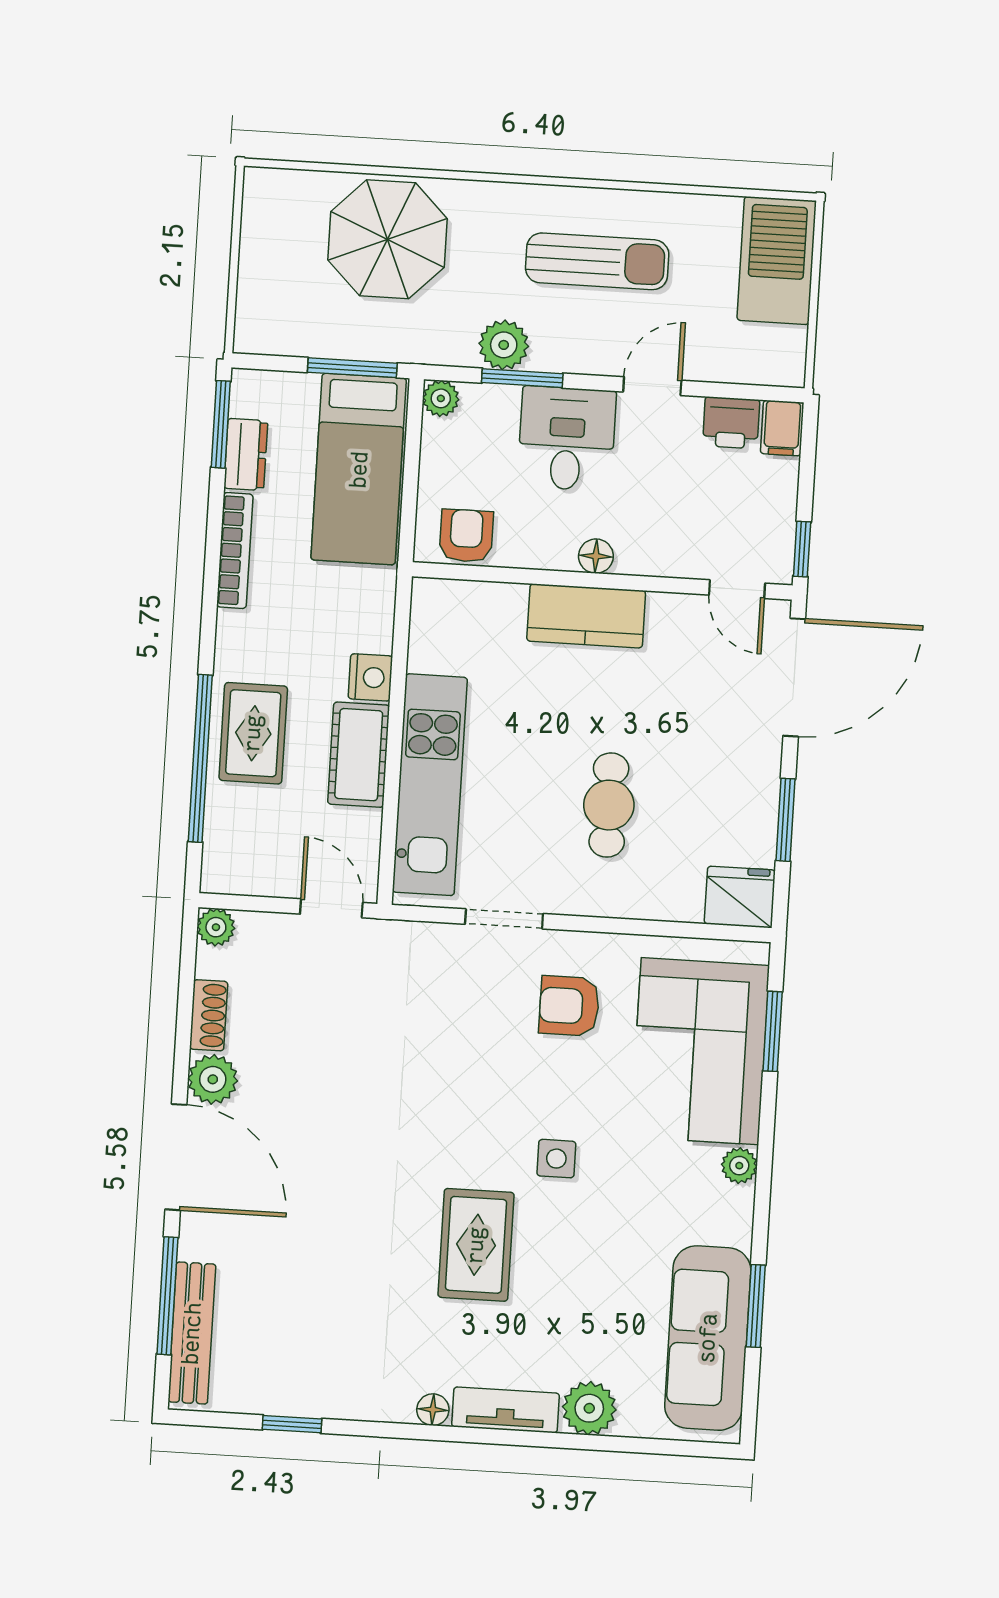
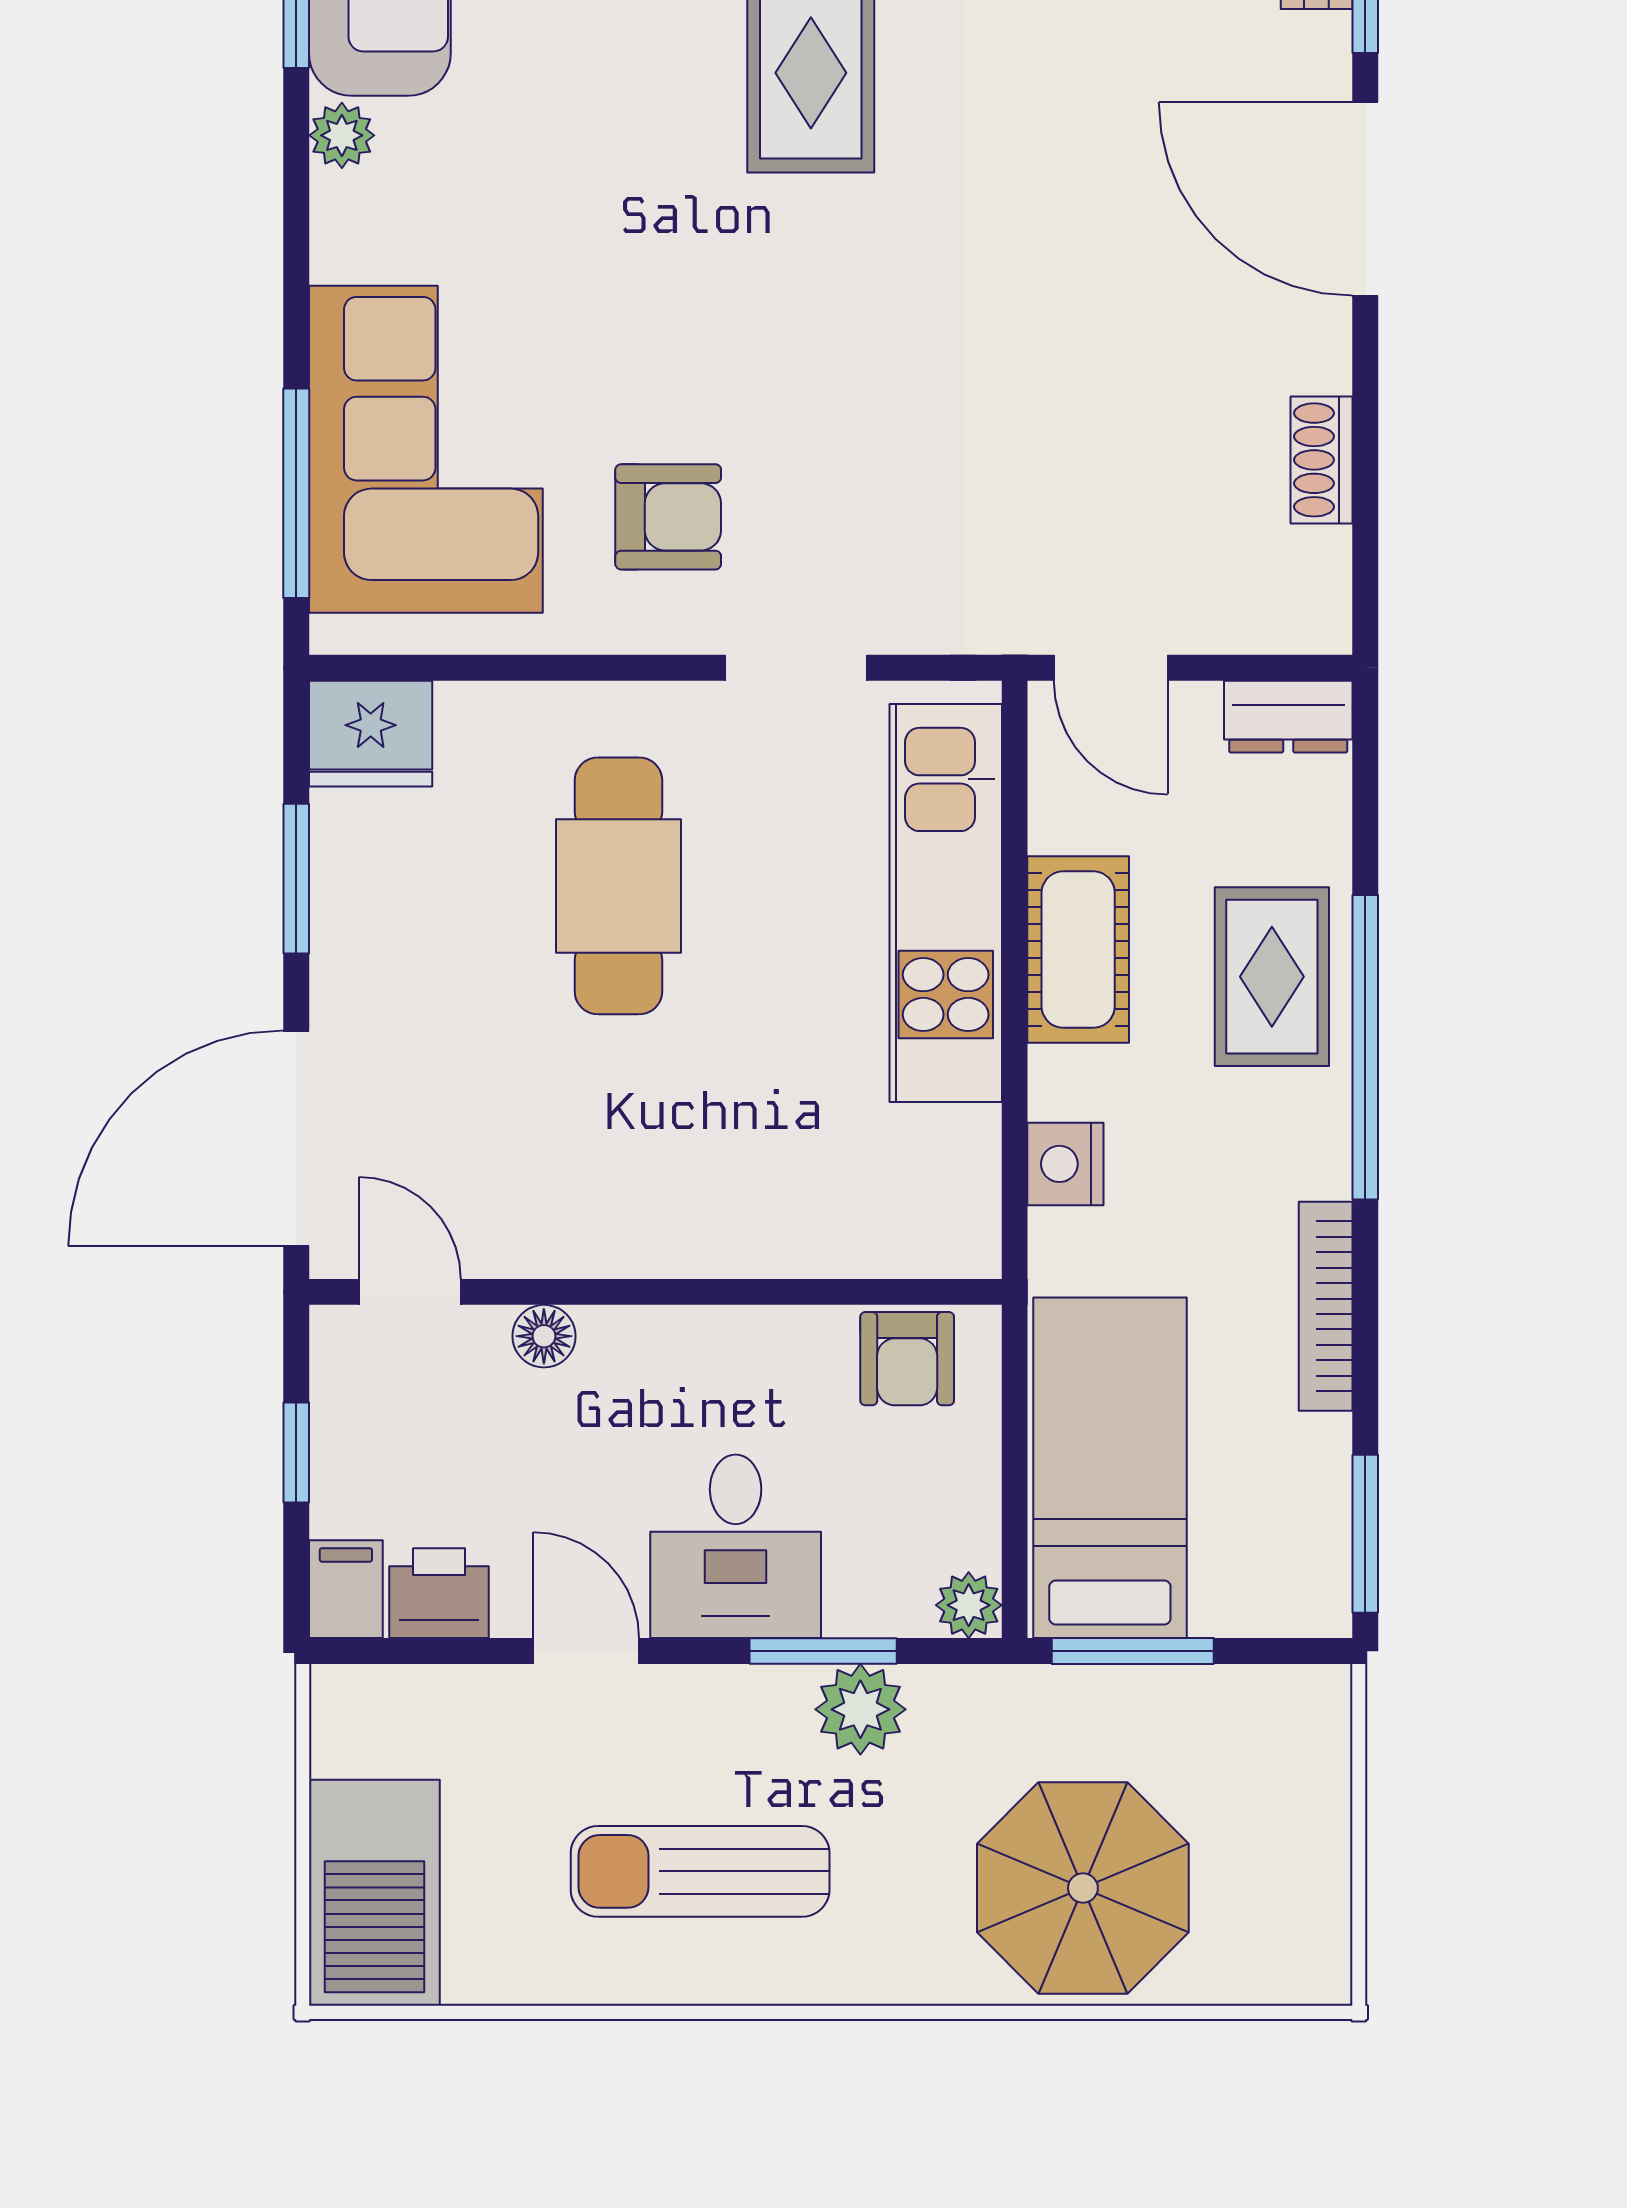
door: (652, 386) -> (586, 1651), swing flipped
dresser: (246, 454) -> (1288, 717), moved, turned -90
window: (802, 549) -> (296, 1453), moved
floor lamp: (596, 556) -> (544, 1336), moved
kitchen counter: (586, 616) -> (681, 1227), removed
nightstand: (370, 677) -> (1065, 1164), moved
window: (200, 758) -> (1365, 1047), moved
cafe table: (609, 805) -> (618, 886), width x1.37, depth x1.35
plant: (216, 927) -> (1318, 621), removed
window: (773, 1031) -> (296, 493), width x1.44
plant: (213, 1079) -> (1307, 344), removed
side table: (556, 1159) -> (675, 238), removed
plant: (739, 1166) -> (342, 135), moved

